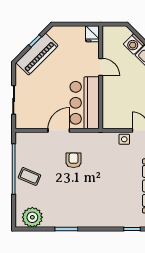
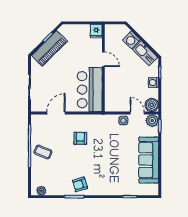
door: (59, 130) -> (56, 113), moved
armchair: (73, 215) -> (80, 184), added
plant: (32, 217) -> (41, 191), width x0.53, depth x0.53

